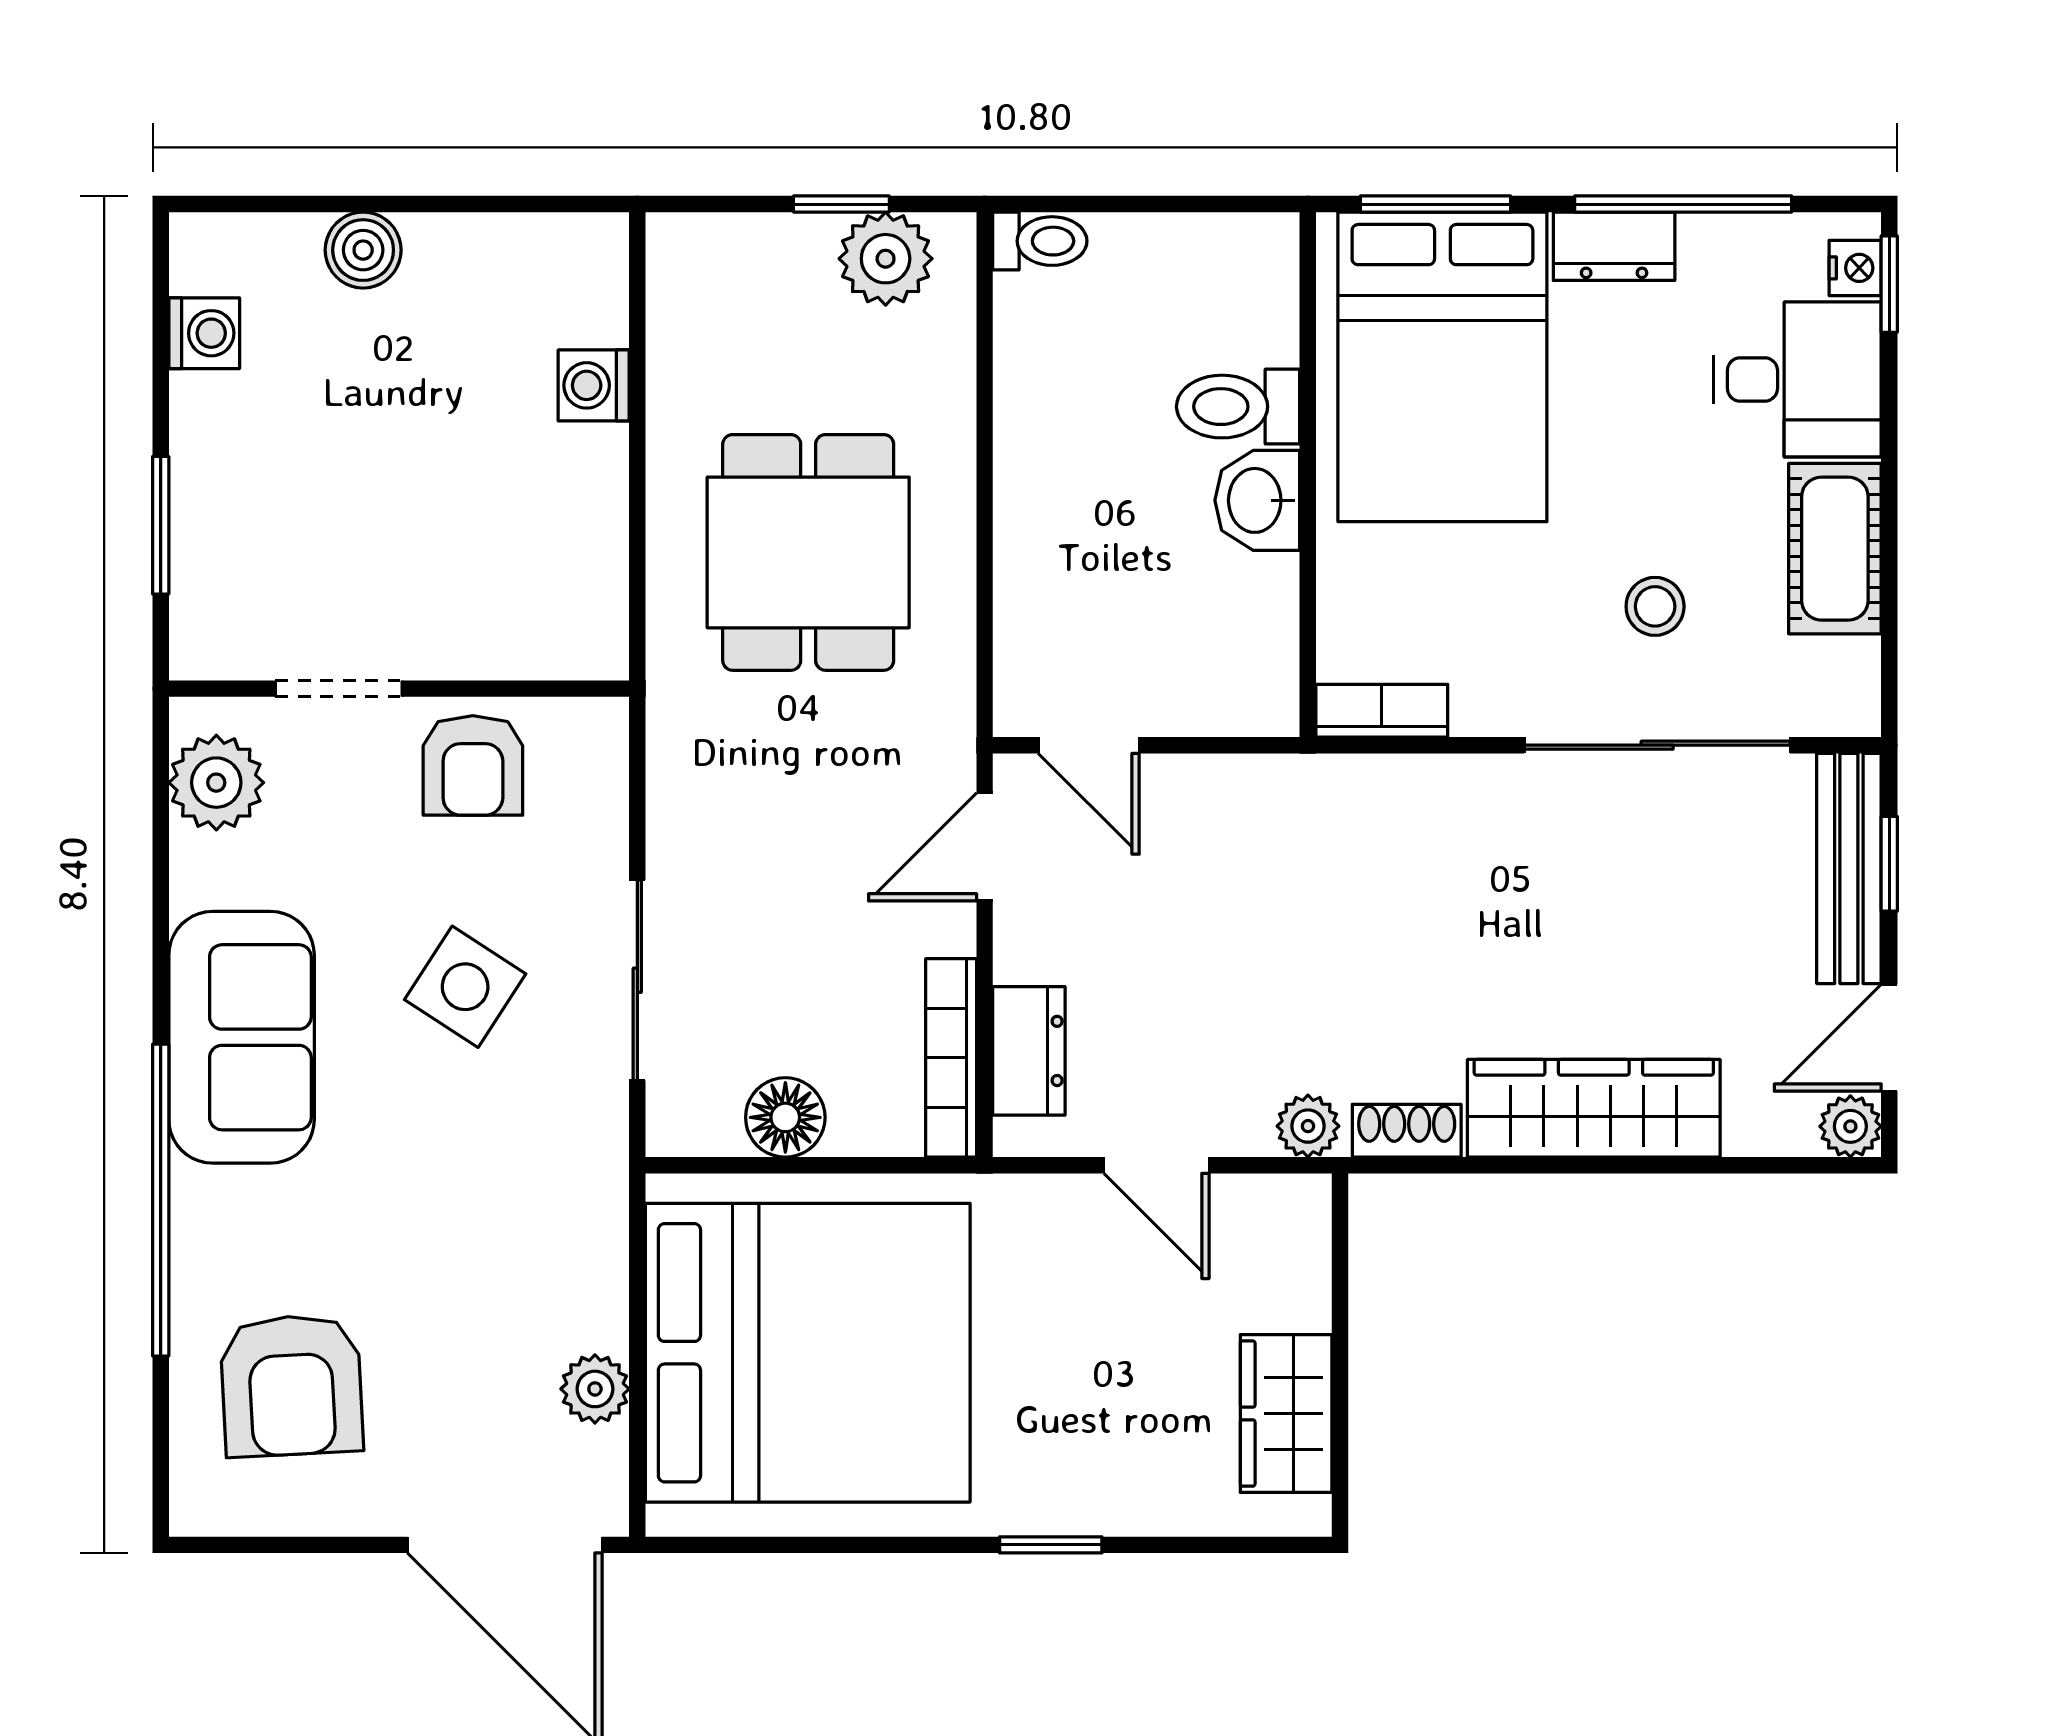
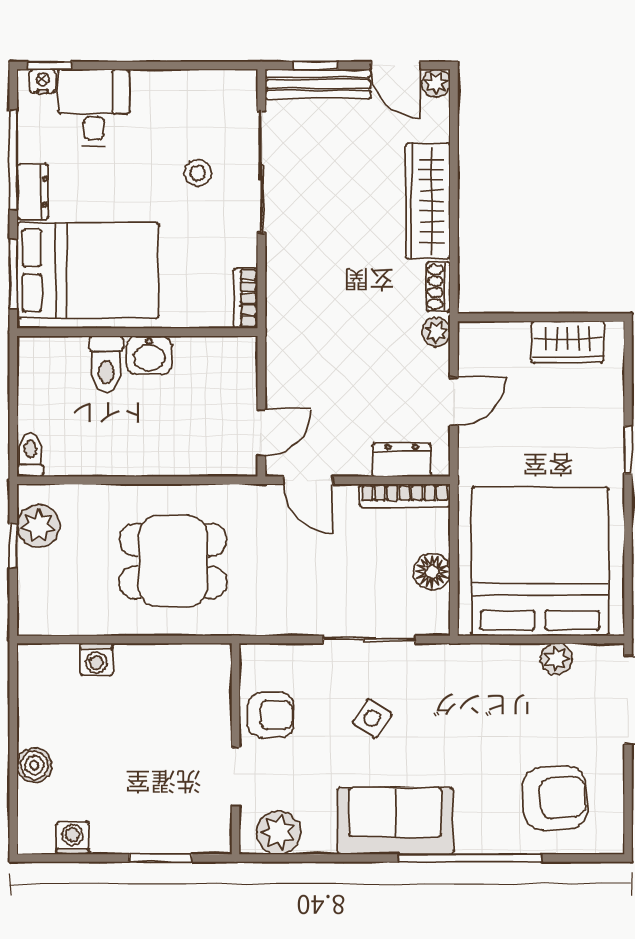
cot: (1835, 549) -> (171, 90), removed
side table: (465, 987) -> (372, 718), width x0.73, depth x0.73

